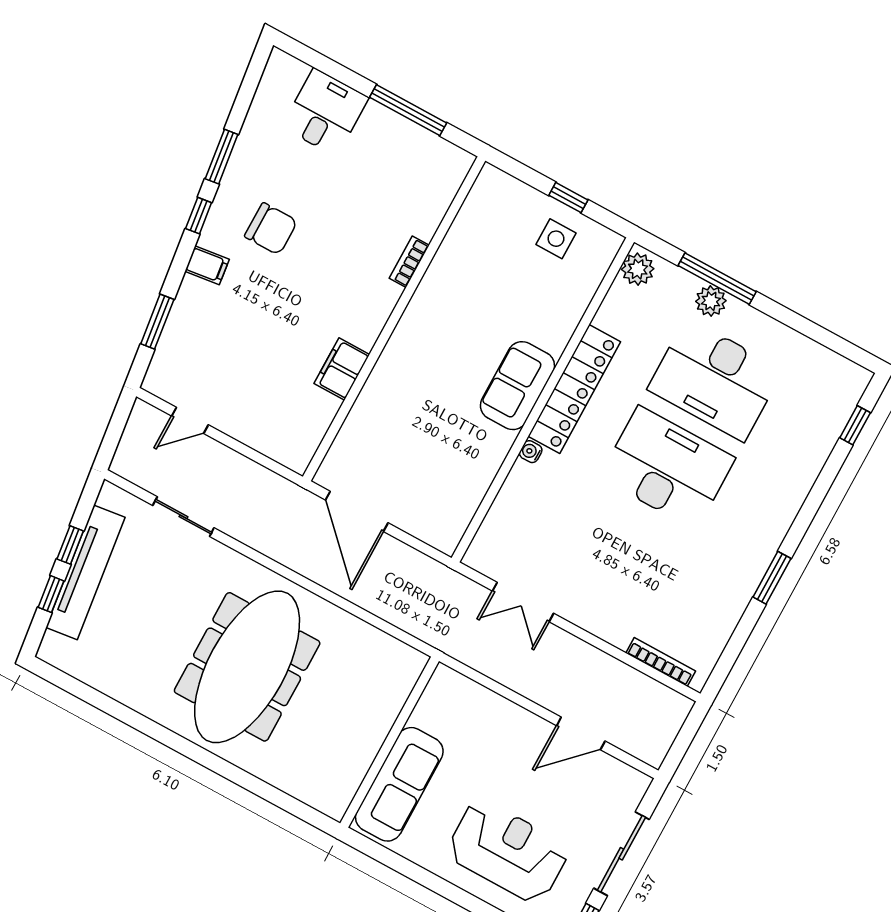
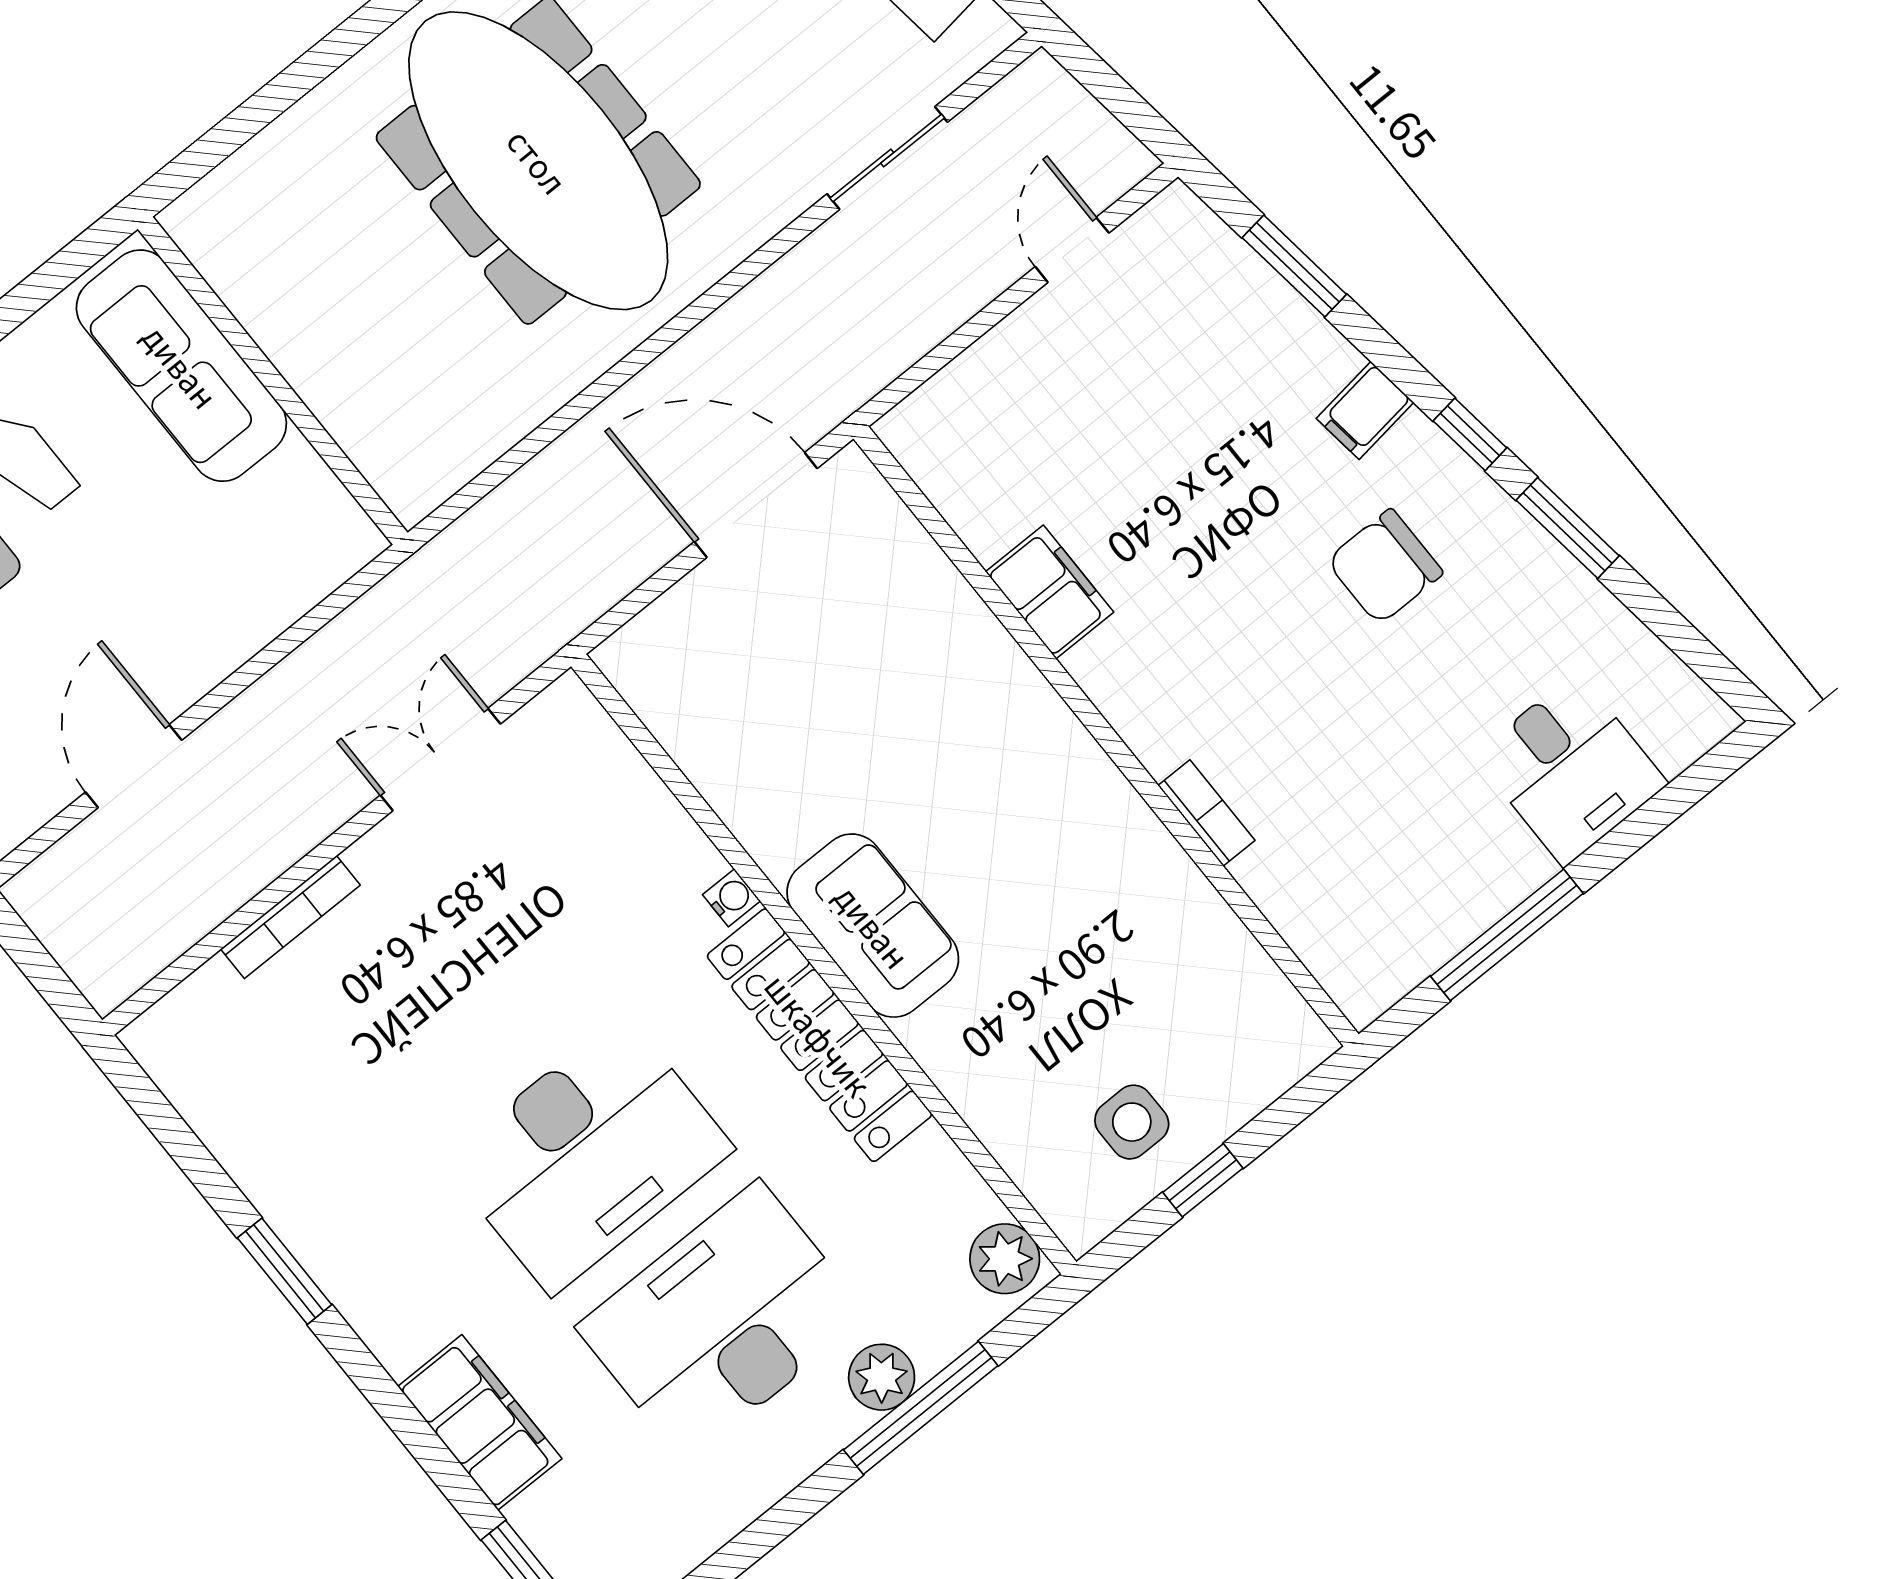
filing cabinet: (802, 466) -> (480, 1422), added
bookcase: (661, 662) -> (290, 917), moved

